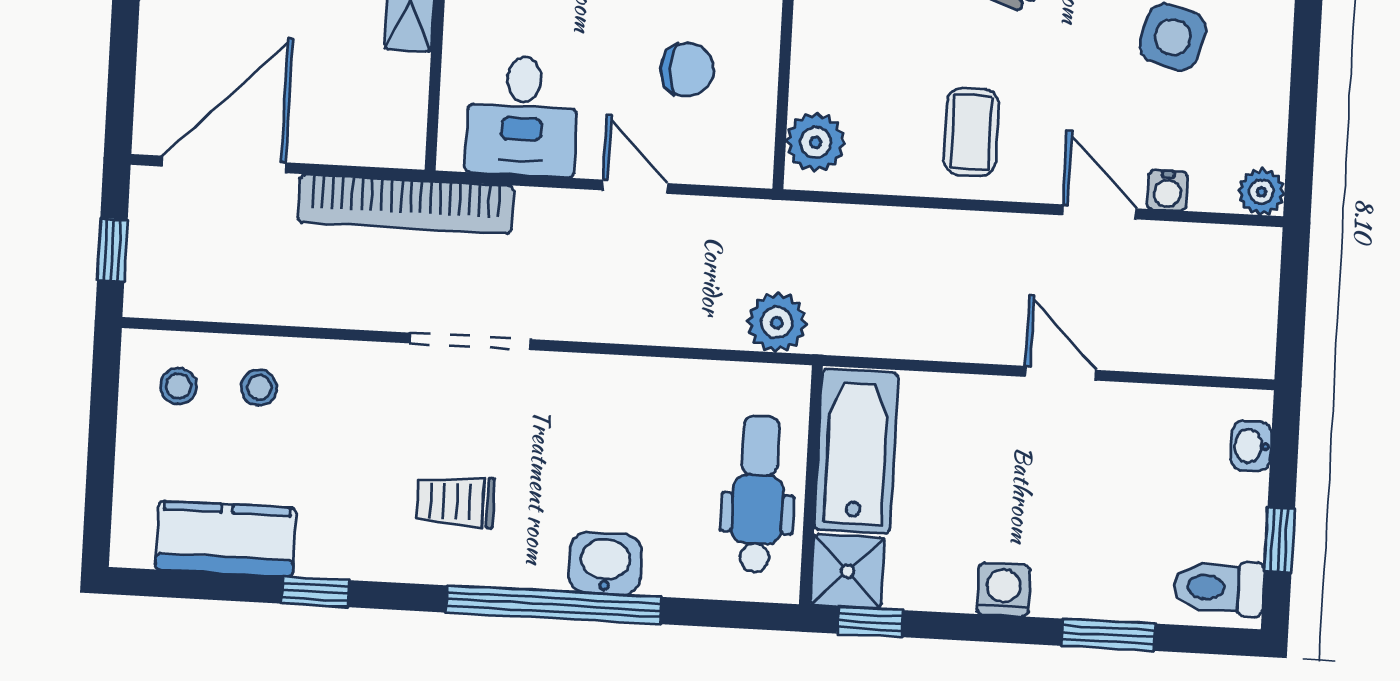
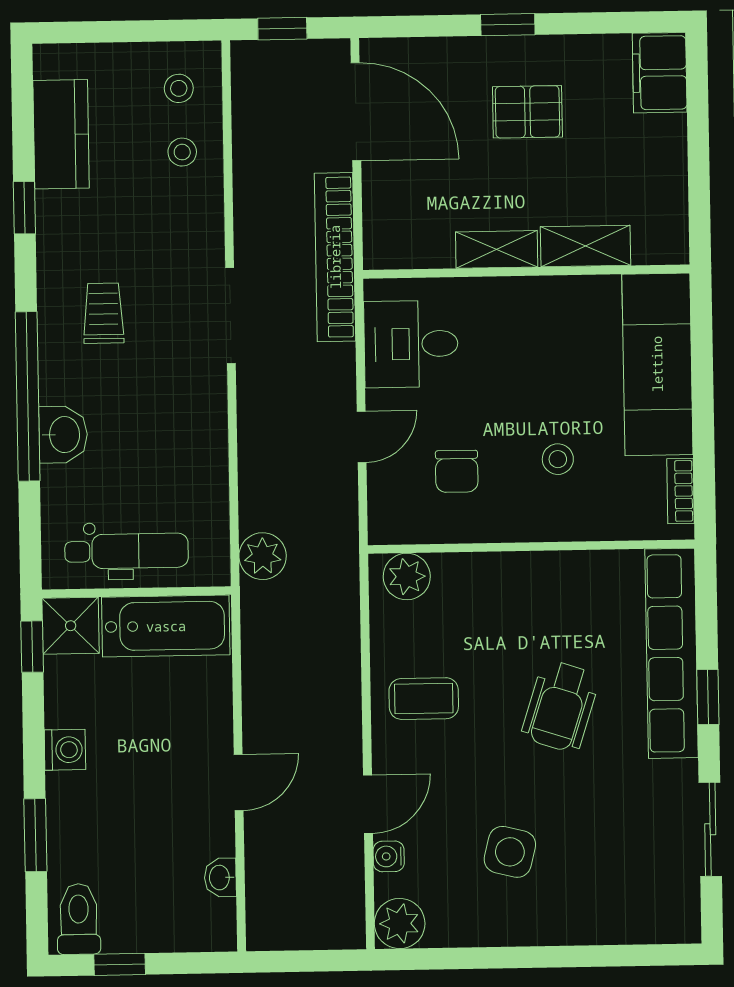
plant: (1261, 192) -> (400, 923), width x1.38, depth x1.38
washbasin: (1251, 446) -> (220, 878), moved, turned -90

